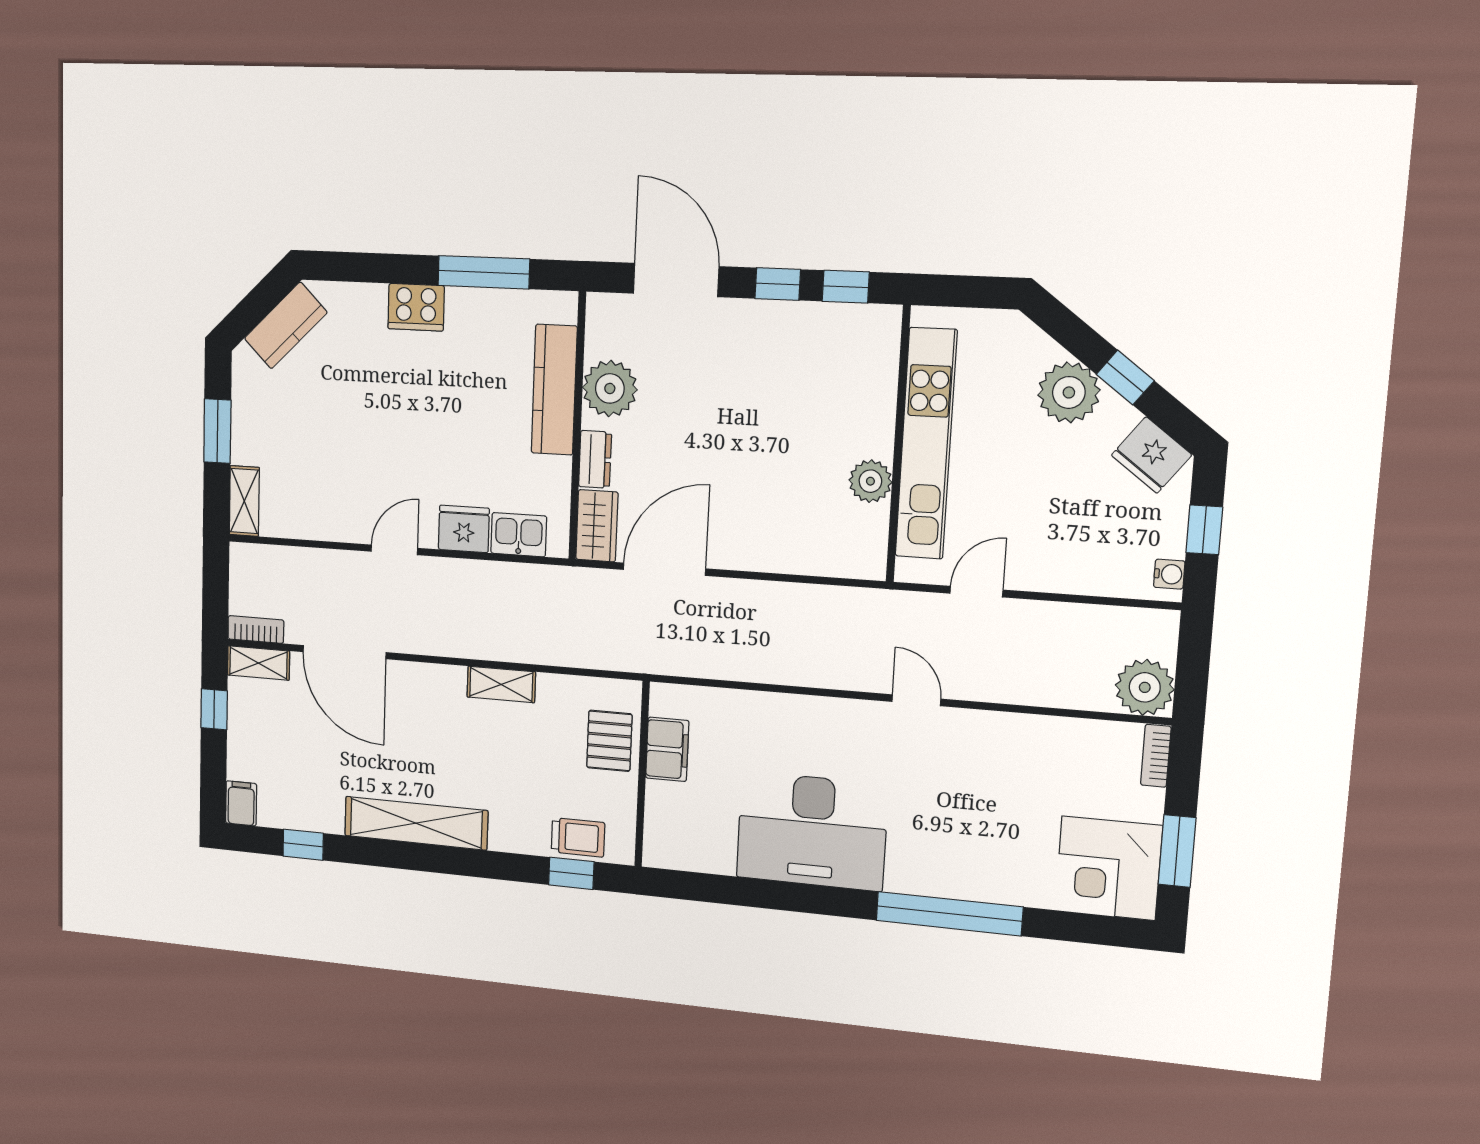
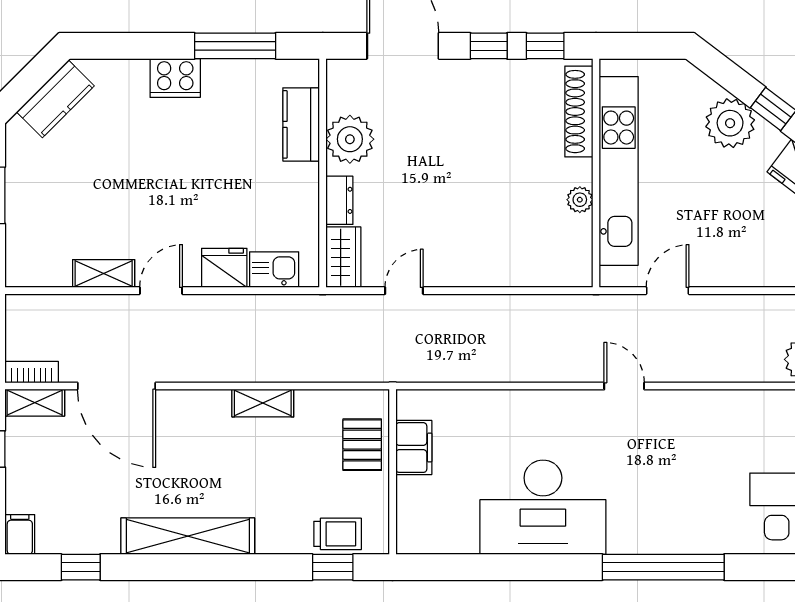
shoe rack: (882, 369) -> (579, 112), added
kitchen counter: (554, 390) -> (301, 124), width x0.67
plant: (870, 481) -> (580, 200), width x0.73, depth x0.73
shelving: (244, 501) -> (104, 273), moved, turned 90
door: (664, 569) -> (404, 291), width x0.53

